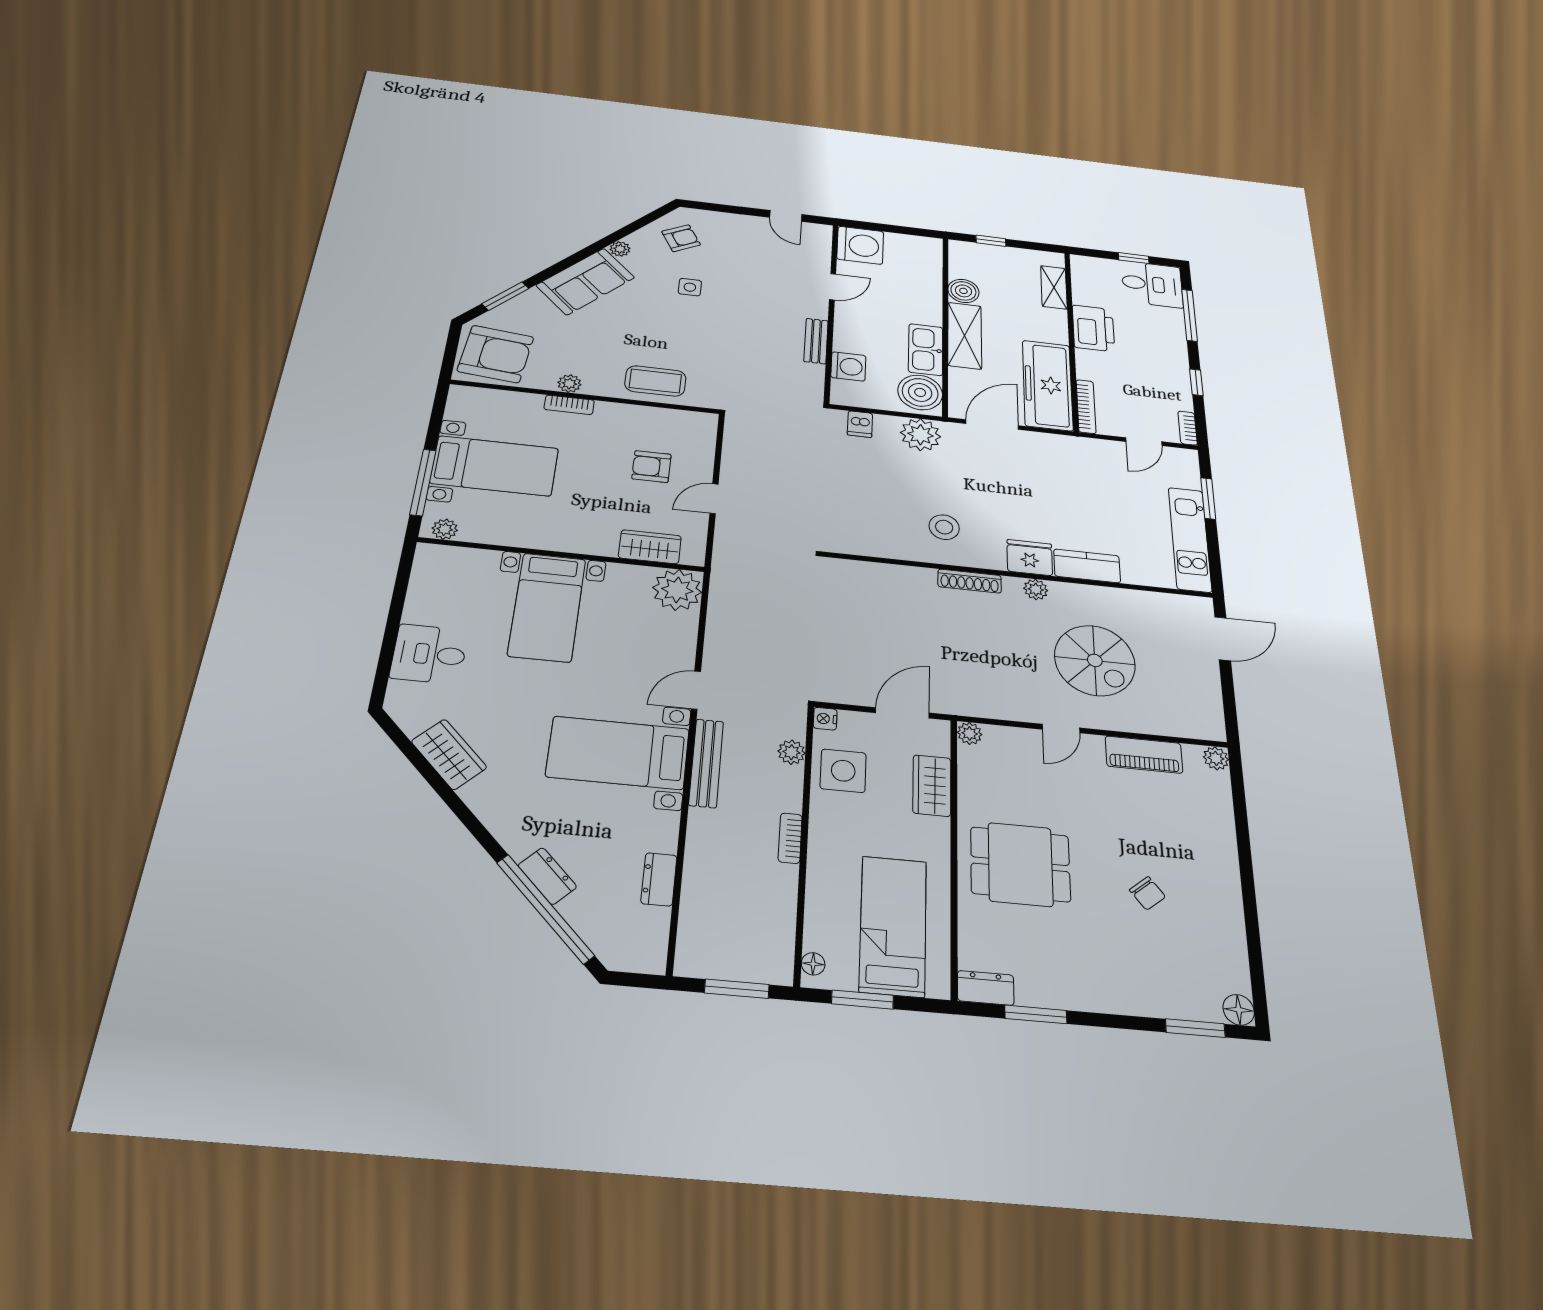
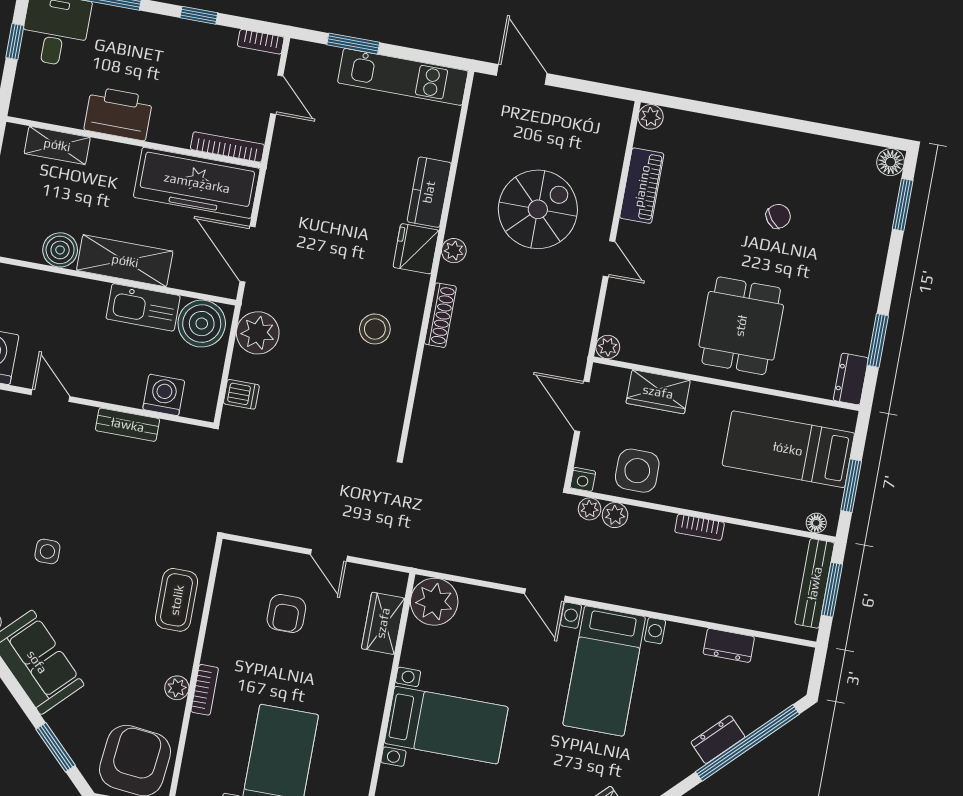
plant: (795, 727) -> (590, 509), added
bench: (706, 763) -> (815, 583), moved, turned 90

